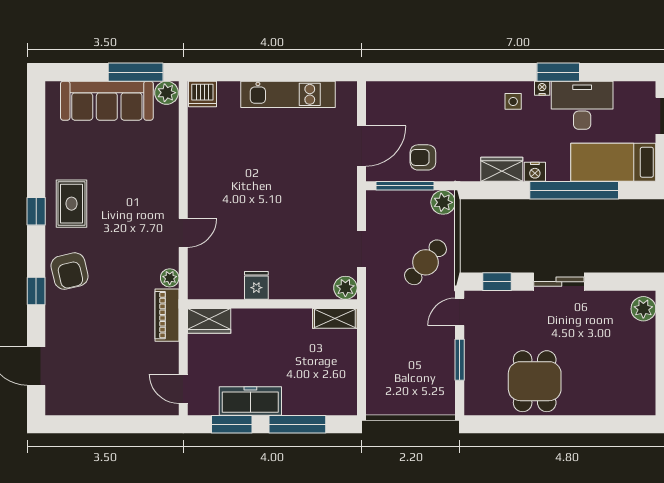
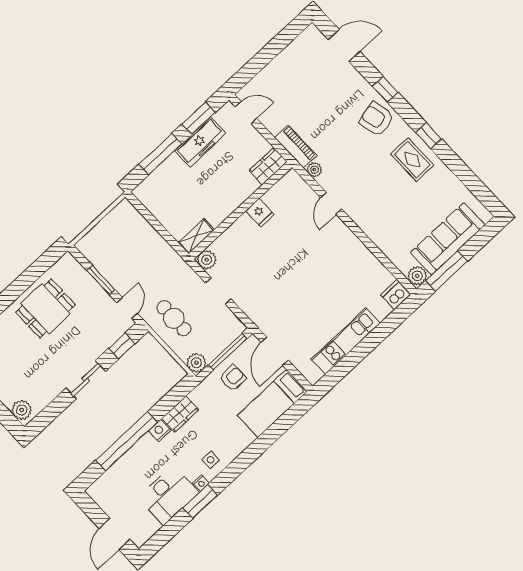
bed: (613, 162) -> (272, 403), moved, turned 180
cafe table: (425, 262) -> (174, 318), turned -41
dining table: (535, 381) -> (46, 309), turned 90

